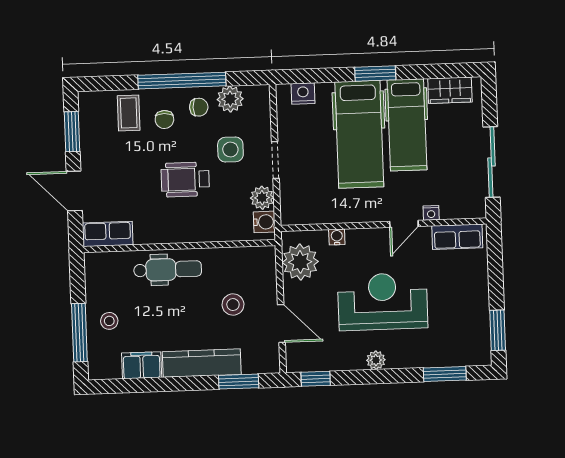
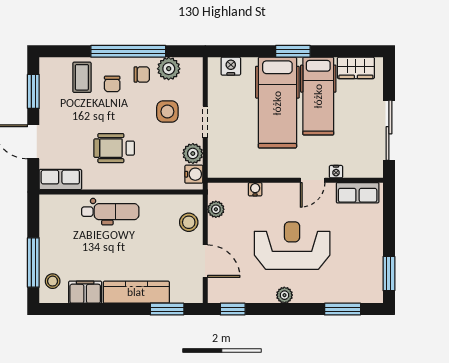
wheelchair: (185, 179) -> (114, 148), moved
plant: (300, 262) -> (216, 209), width x0.53, depth x0.53
stool: (233, 305) -> (189, 222), moved
stool: (109, 321) -> (53, 281), moved

